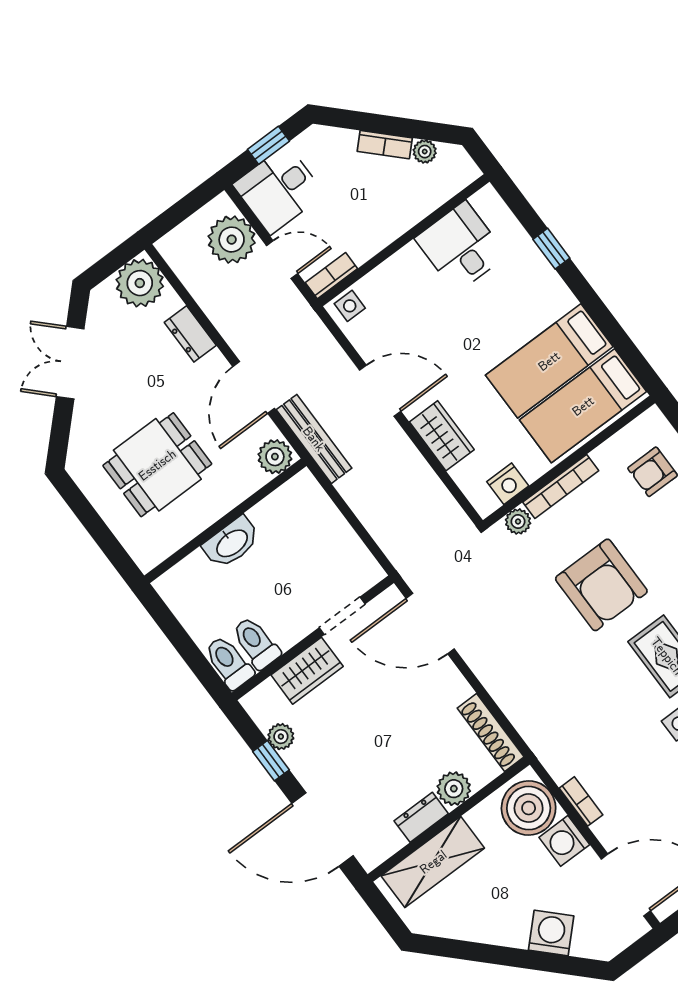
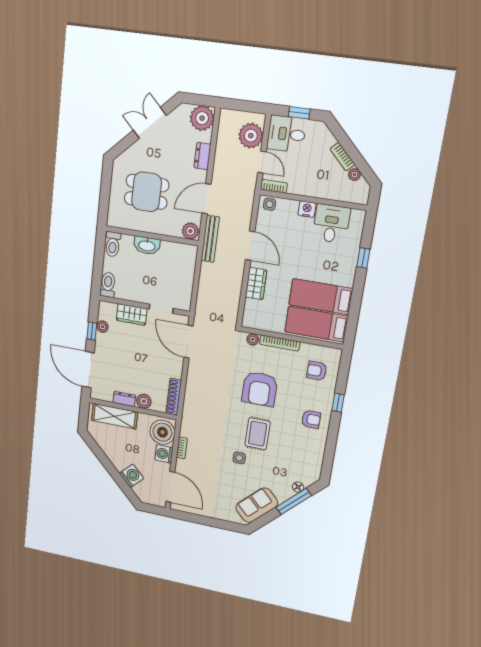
nightstand: (508, 484) -> (307, 209), moved, turned 180
toilet: (256, 643) -> (113, 244), moved, turned 180

